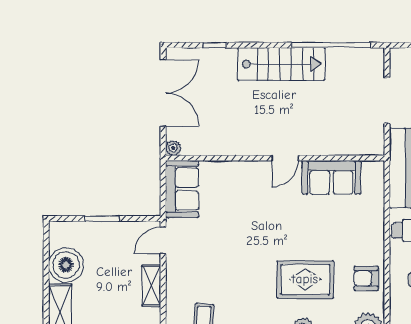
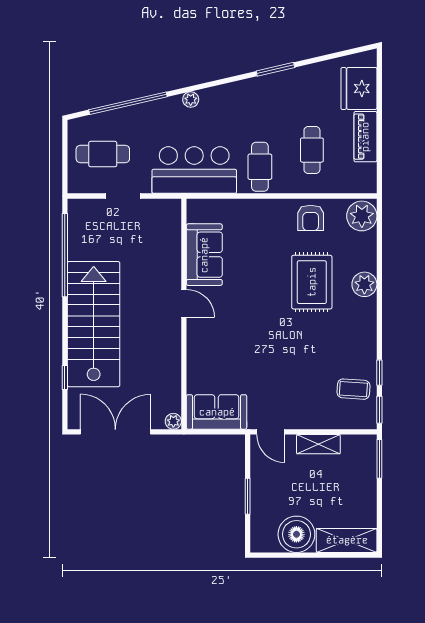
stairs: (281, 64) -> (94, 324), width x1.36, depth x1.51
doorway: (387, 100) -> (123, 196), width x0.73

